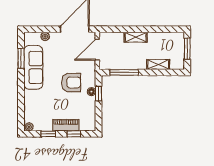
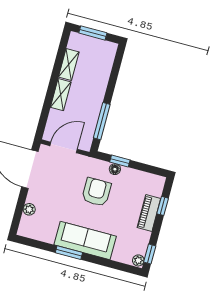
door: (97, 50) -> (64, 147), swing flipped
window: (21, 58) -> (69, 253), moved
shelving: (158, 64) -> (69, 65), moved
sofa: (33, 67) -> (85, 240), moved
window: (48, 134) -> (150, 254), moved

